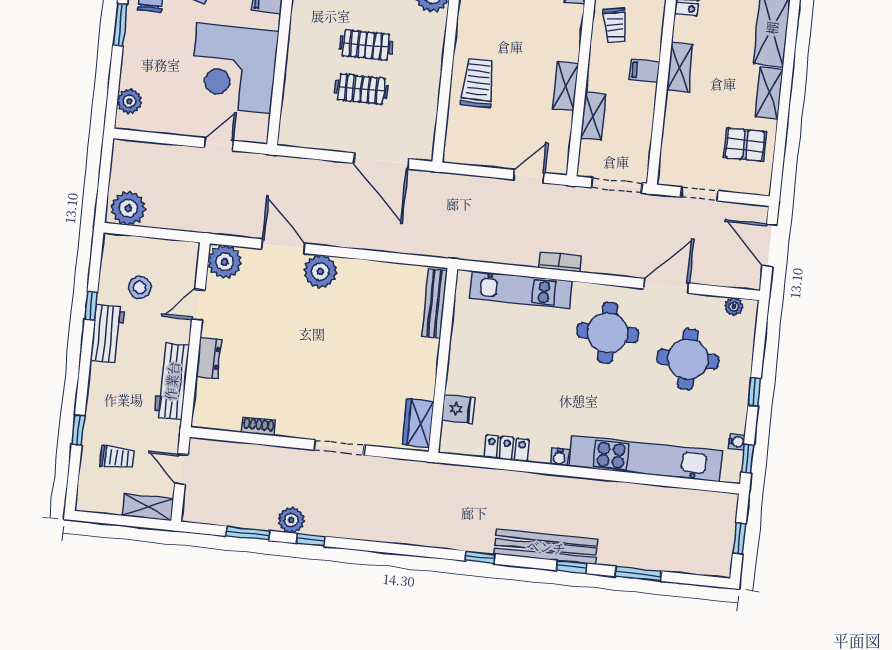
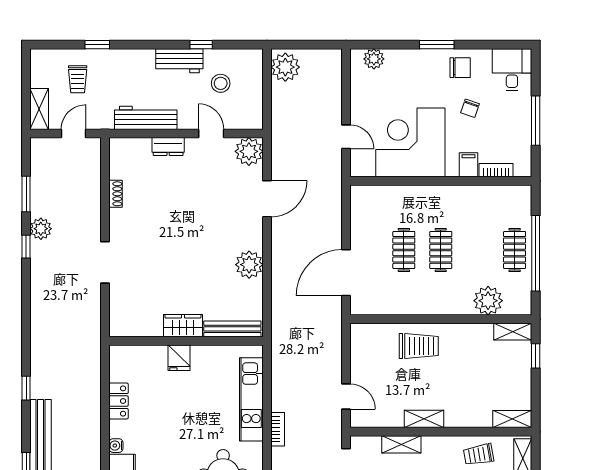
plant: (320, 272) -> (249, 265), moved
fridge: (458, 409) -> (179, 358), moved
wardrobe: (418, 423) -> (183, 326), moved

